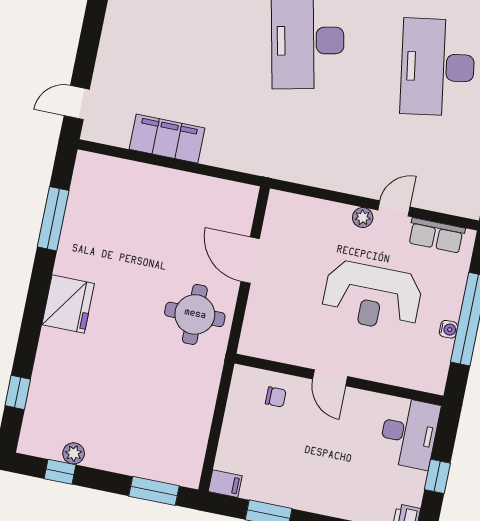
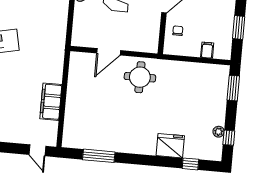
fridge: (68, 304) -> (170, 146), moved
filing cabinet: (225, 484) -> (207, 50), moved

